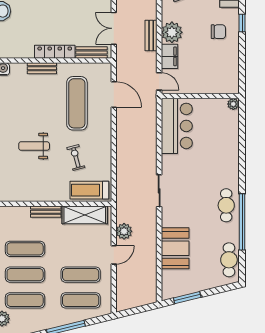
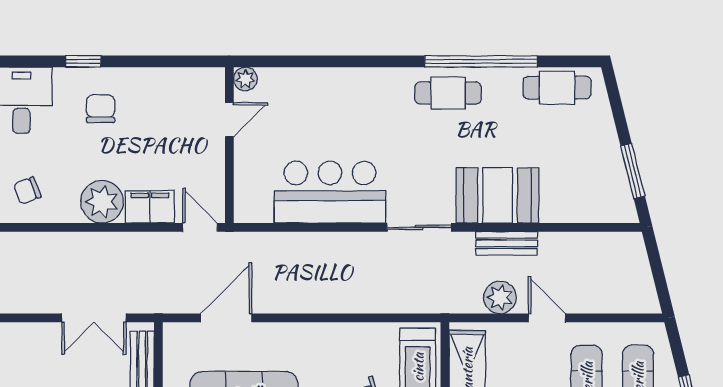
bench: (151, 35) -> (507, 243), moved
door: (159, 81) -> (200, 227), hinge flipped
door: (213, 96) -> (229, 120), added
bar counter: (177, 126) -> (330, 192), moved
booth: (175, 248) -> (498, 195), moved

